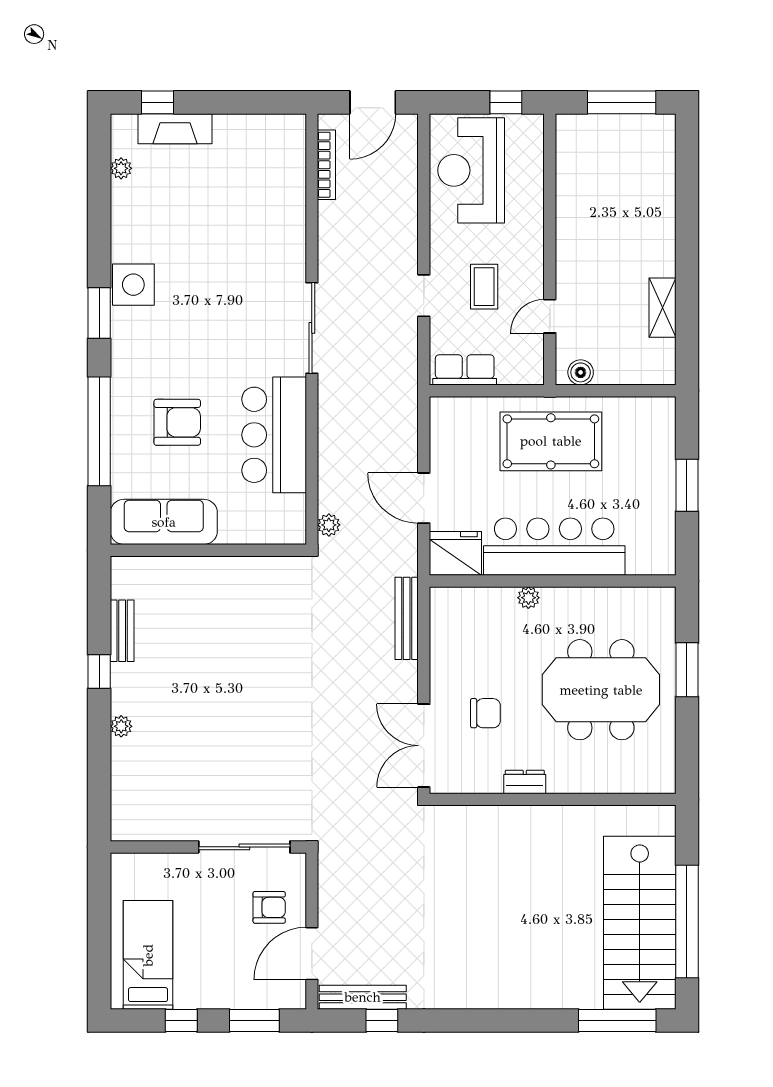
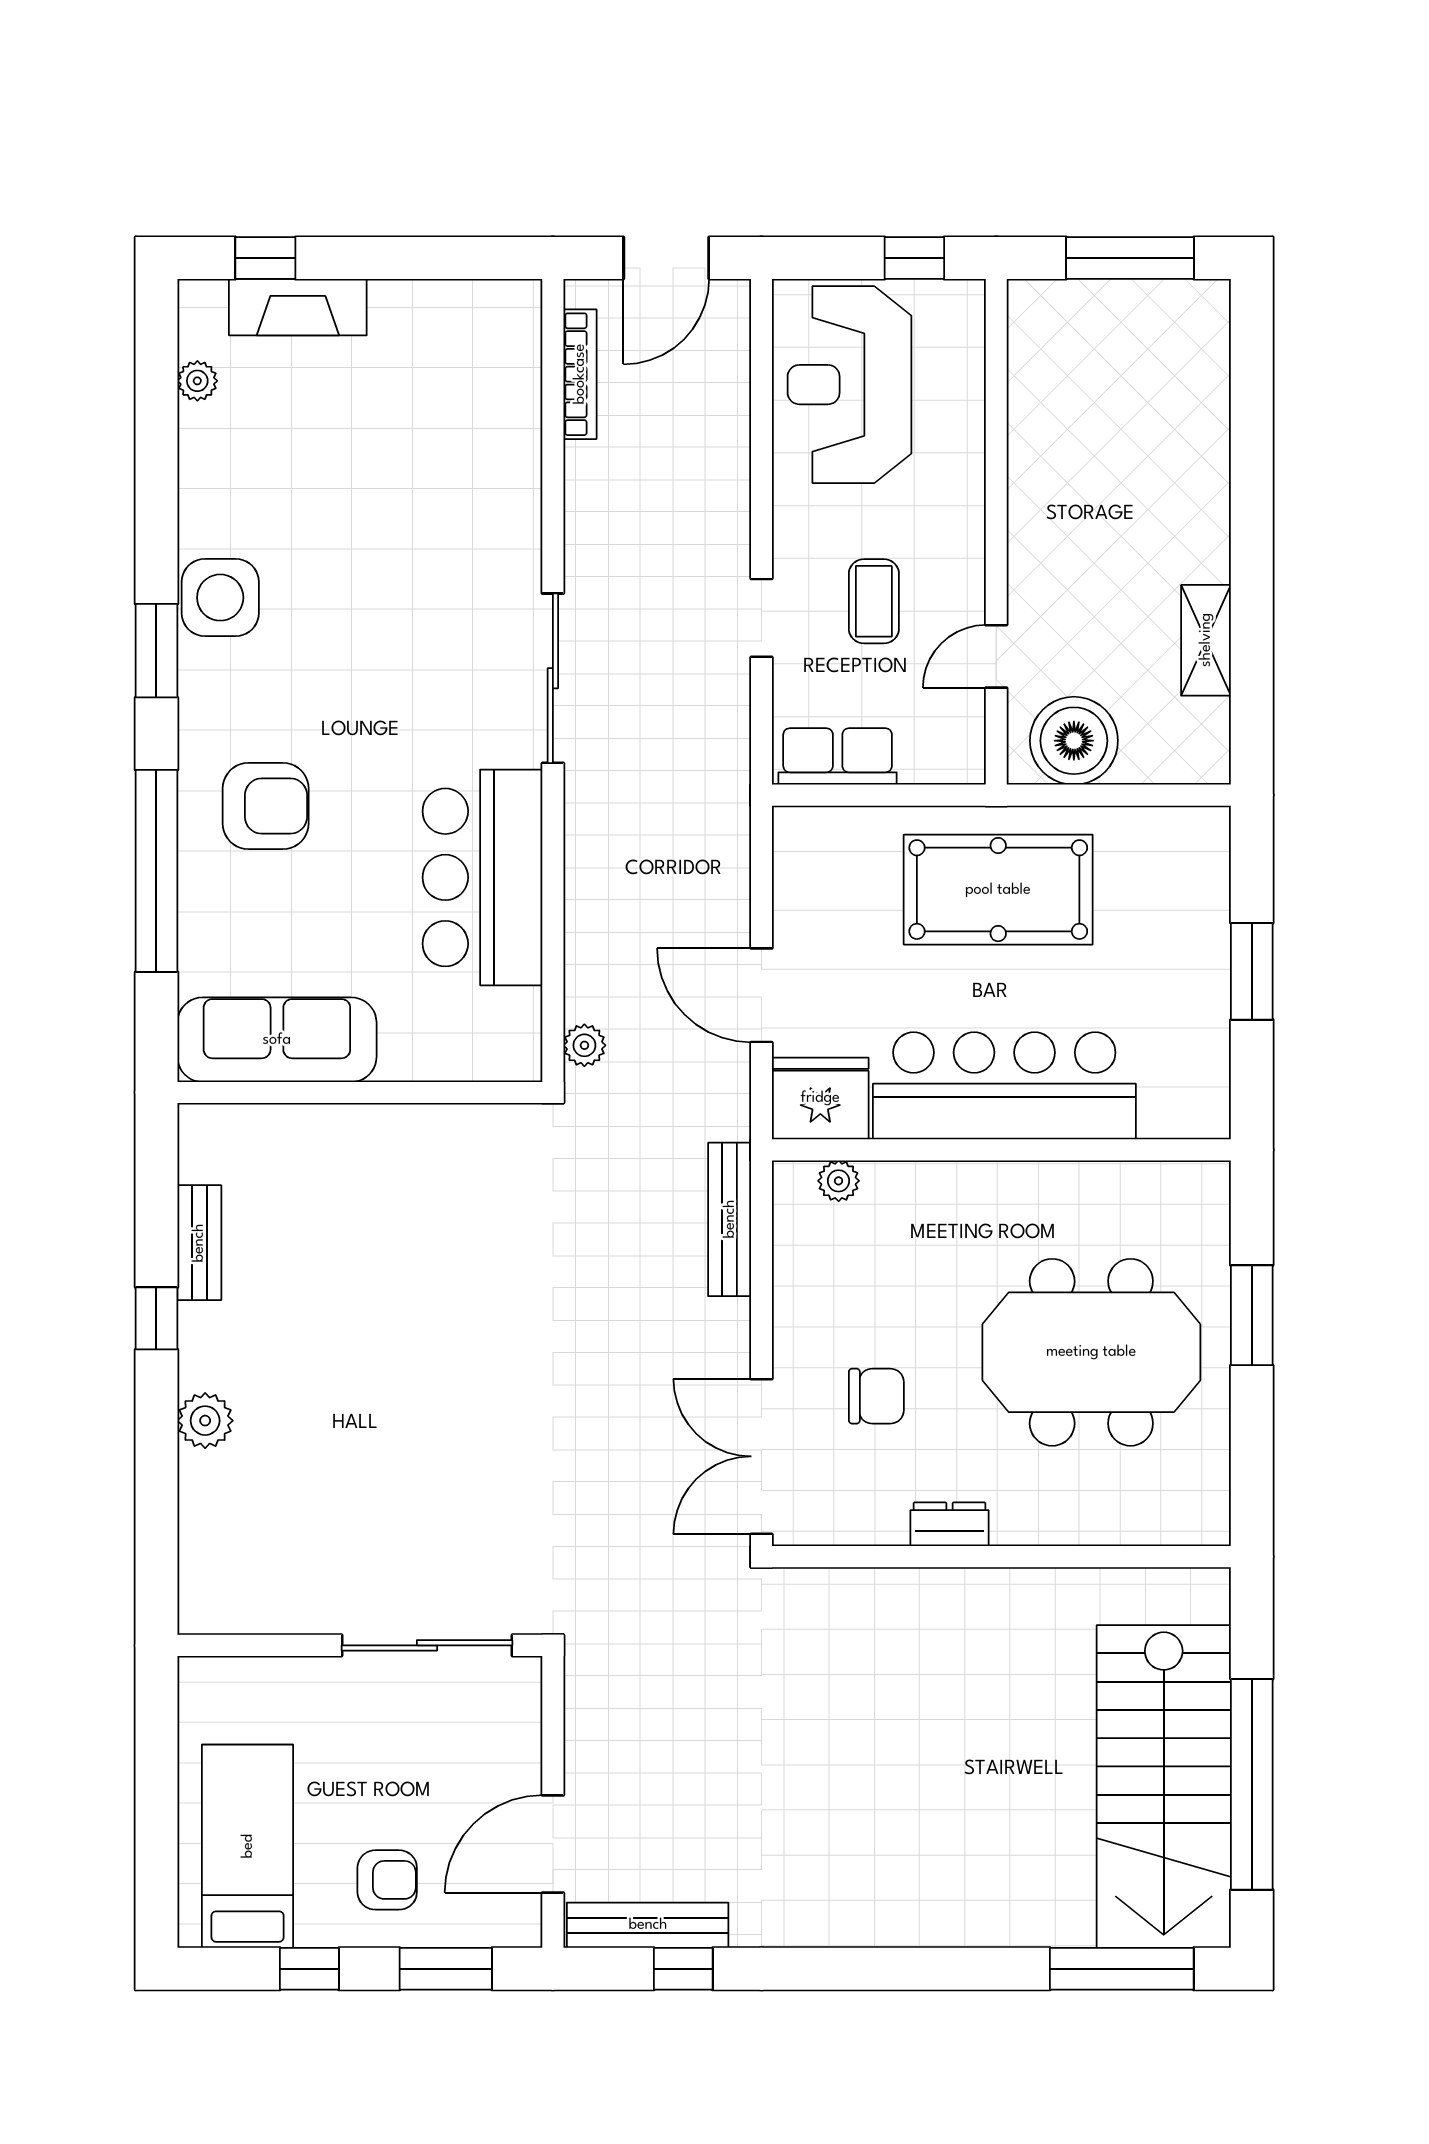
boiler: (581, 372) -> (1074, 741), width x1.86, depth x1.86
armchair: (177, 422) -> (266, 806), moved
plant: (528, 598) -> (839, 1181), moved
plant: (121, 726) -> (205, 1421), width x1.38, depth x1.38
armchair: (269, 907) -> (387, 1880), moved

